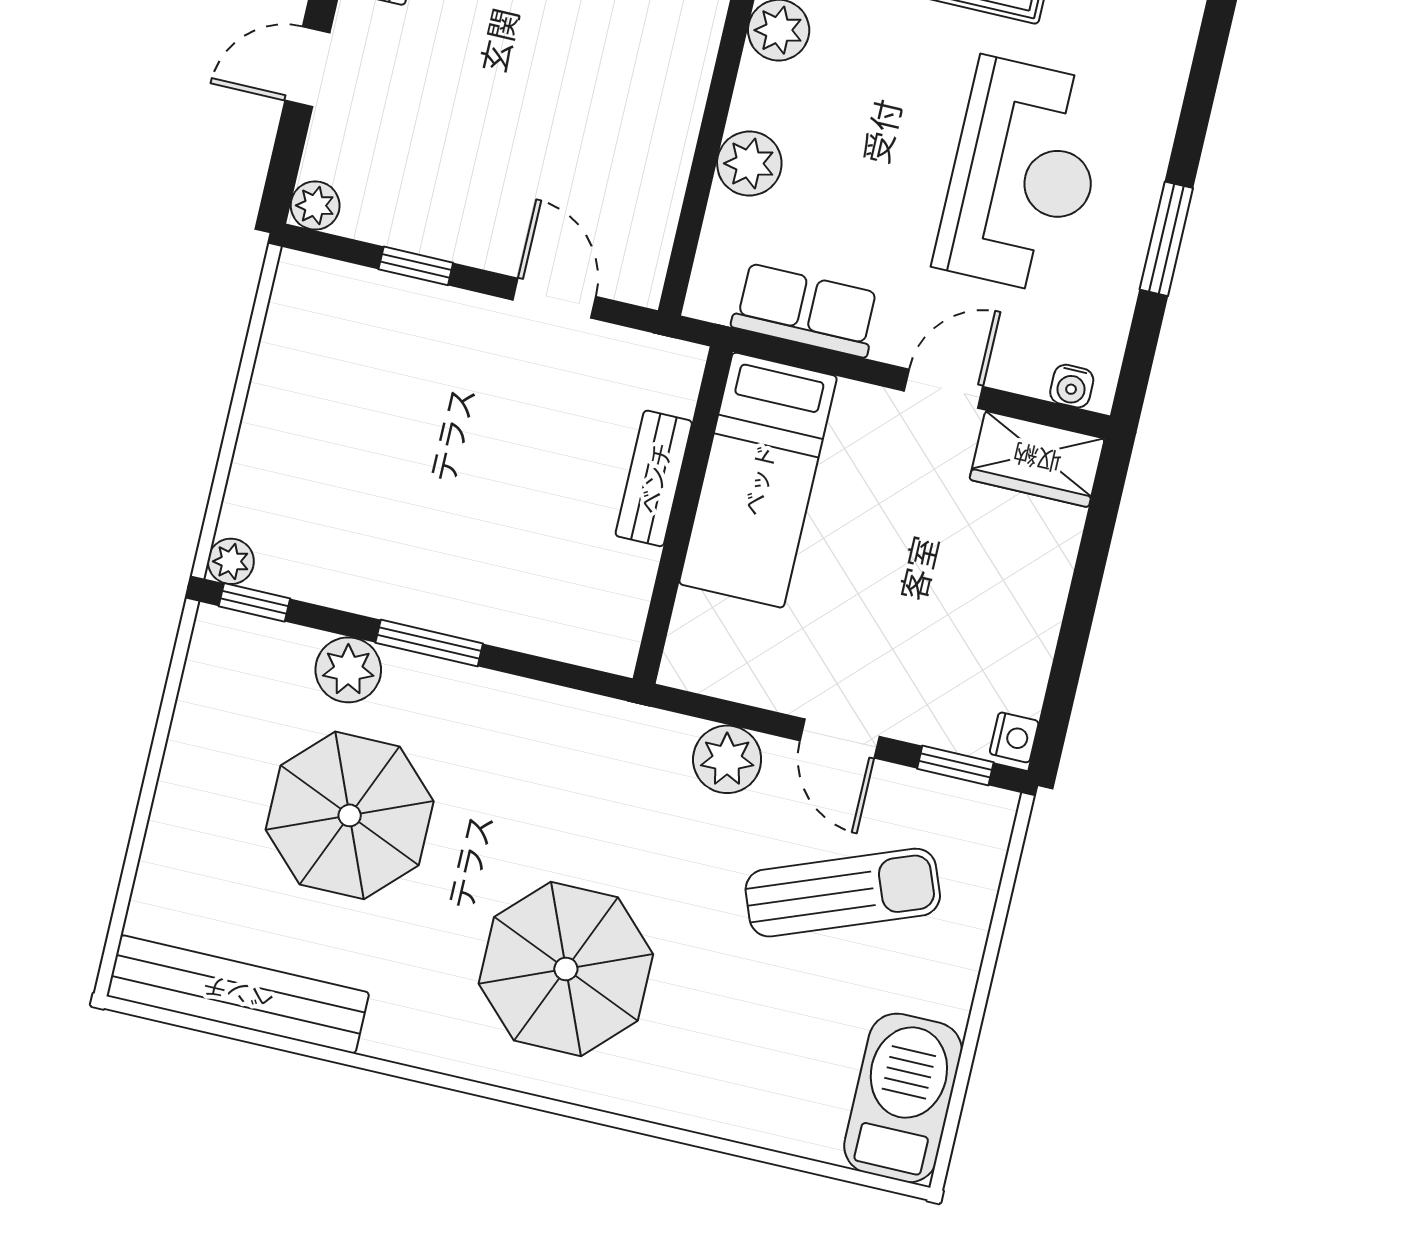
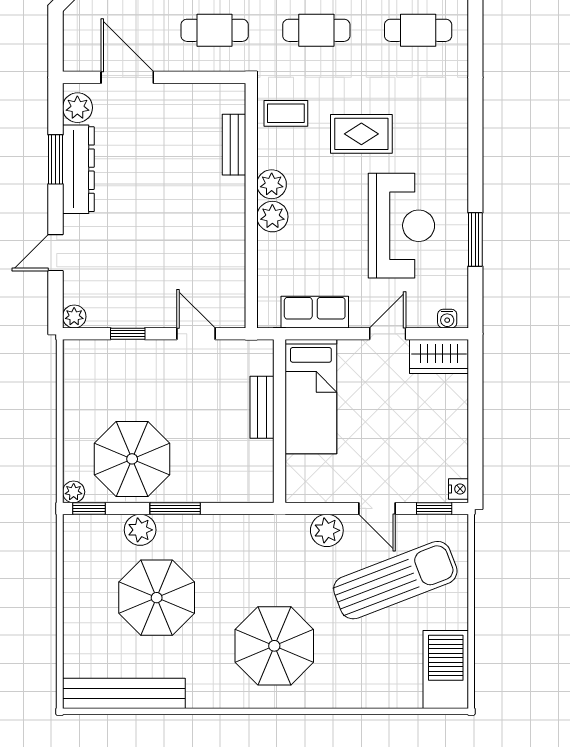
plant: (749, 163) -> (272, 217), moved
parasol: (365, 522) -> (132, 459), added
sun lounger: (843, 893) -> (395, 580), width x1.36, depth x1.34

